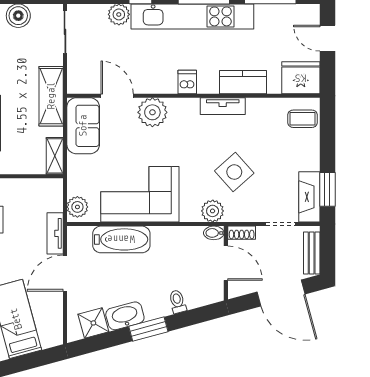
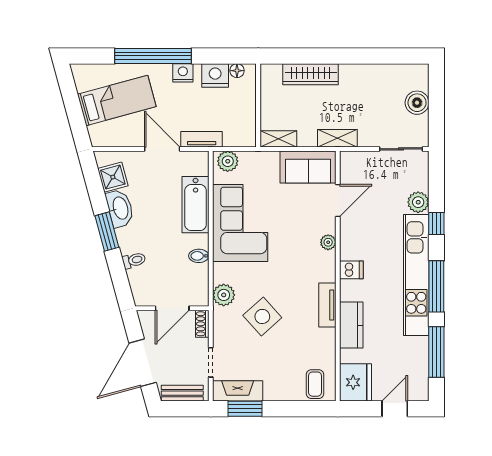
shelving: (51, 96) -> (337, 138), width x0.67, depth x0.75
plant: (152, 112) -> (328, 242), width x0.53, depth x0.53
bidet: (214, 233) -> (199, 256), moved, turned -90

